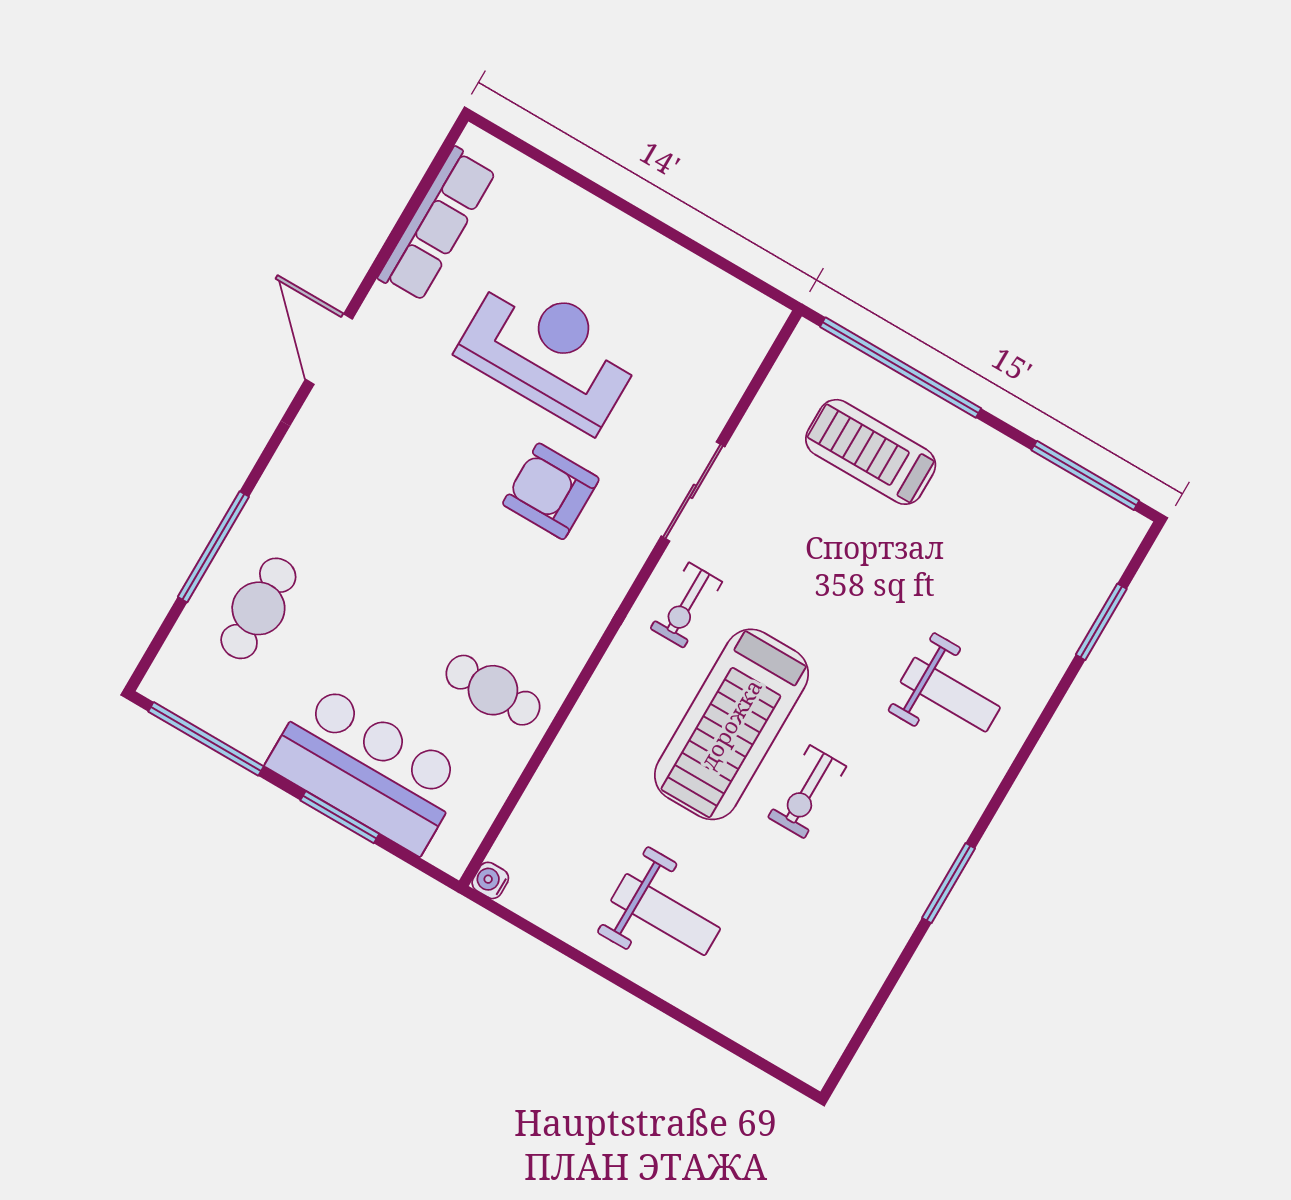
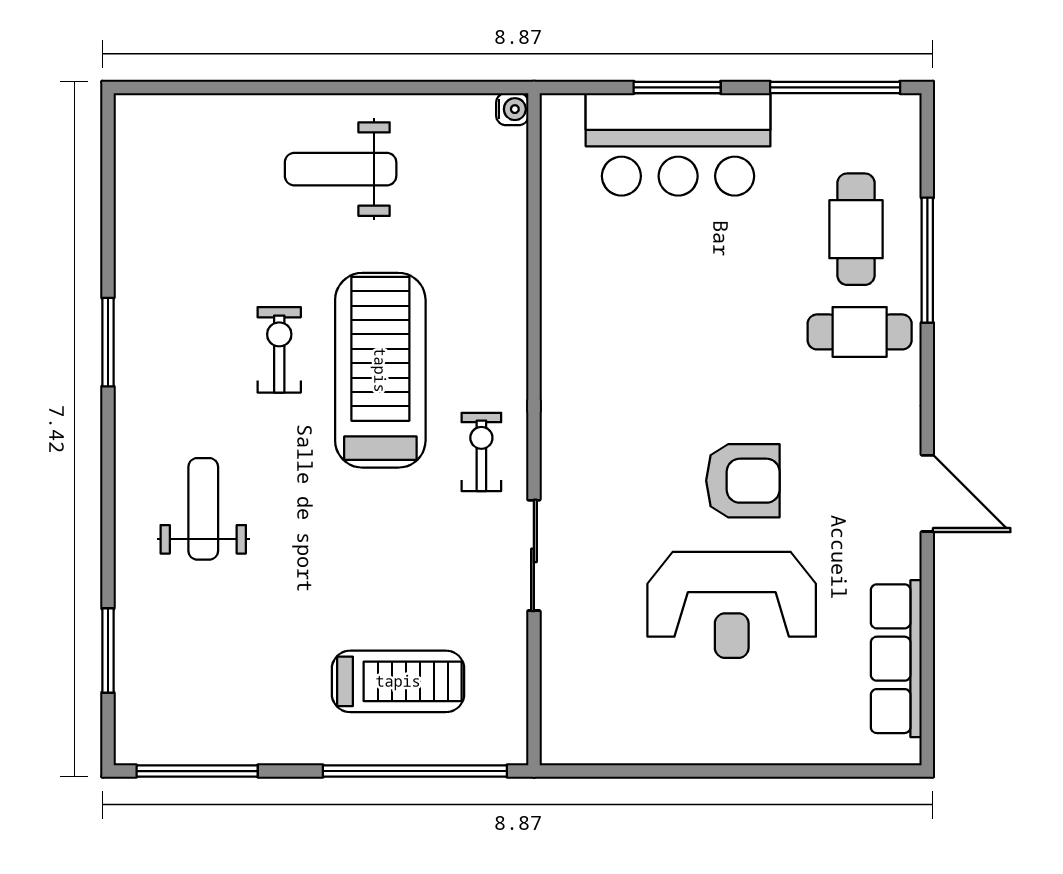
armchair: (551, 491) -> (743, 481), moved
cafe table: (493, 690) -> (860, 332), moved
weight bench: (950, 695) -> (203, 509), turned 90

